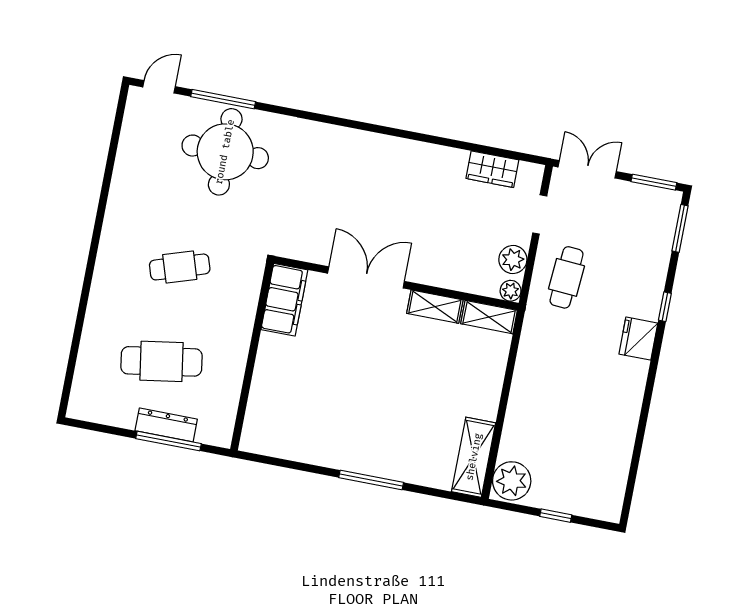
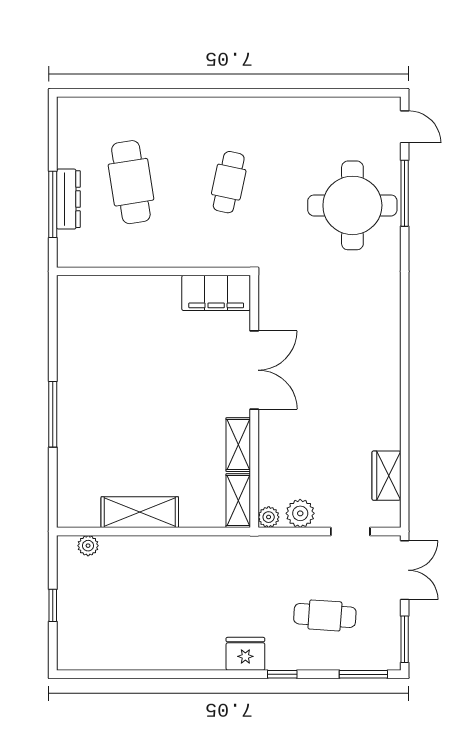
cafe table: (180, 267) -> (229, 182), turned 30
cafe table: (566, 277) -> (325, 615), moved
shelving: (474, 457) -> (140, 512), moved
plant: (512, 481) -> (88, 546), width x0.53, depth x0.53

